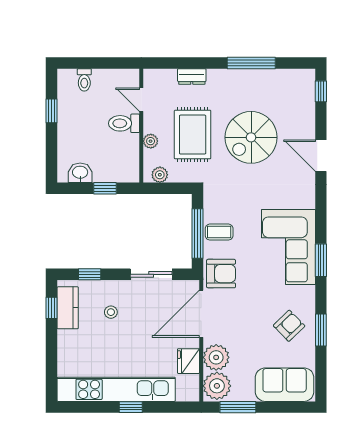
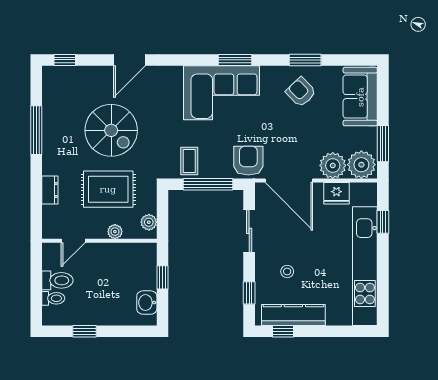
toilet: (124, 123) -> (57, 280), moved, turned -90
coffee table: (219, 232) -> (189, 161), moved
kitchen counter: (68, 308) -> (293, 315), width x1.50
window: (131, 407) -> (383, 222), moved

